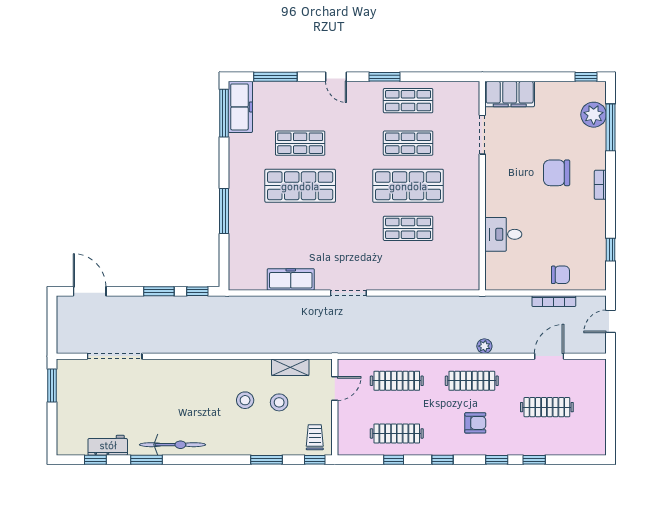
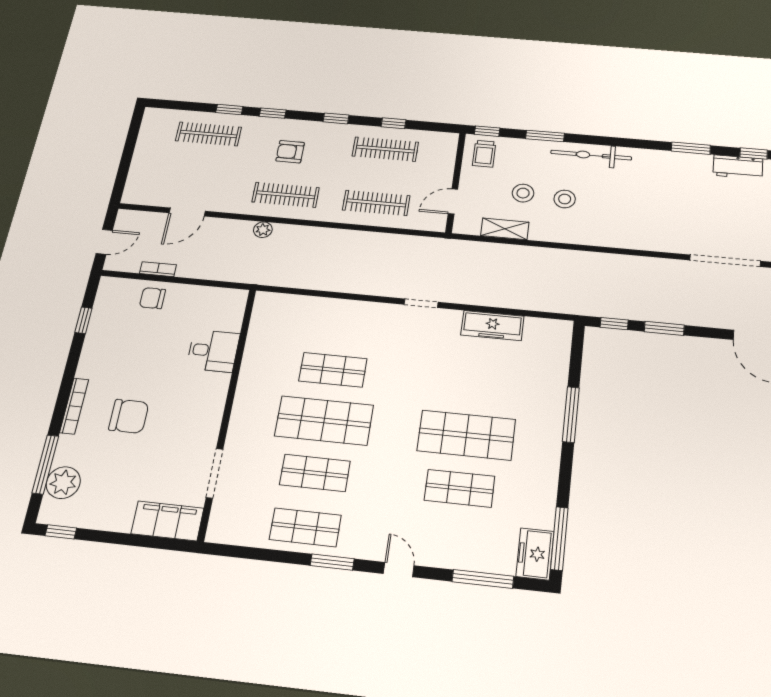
freezer: (240, 107) -> (535, 554), width x0.71
bookcase: (600, 185) -> (74, 406), width x1.56
doorway: (348, 293) -> (421, 303), width x0.73
bookcase: (554, 301) -> (158, 269), width x0.64
clothes rail: (547, 407) -> (208, 134), moved
bicycle: (172, 445) -> (591, 155), moved

